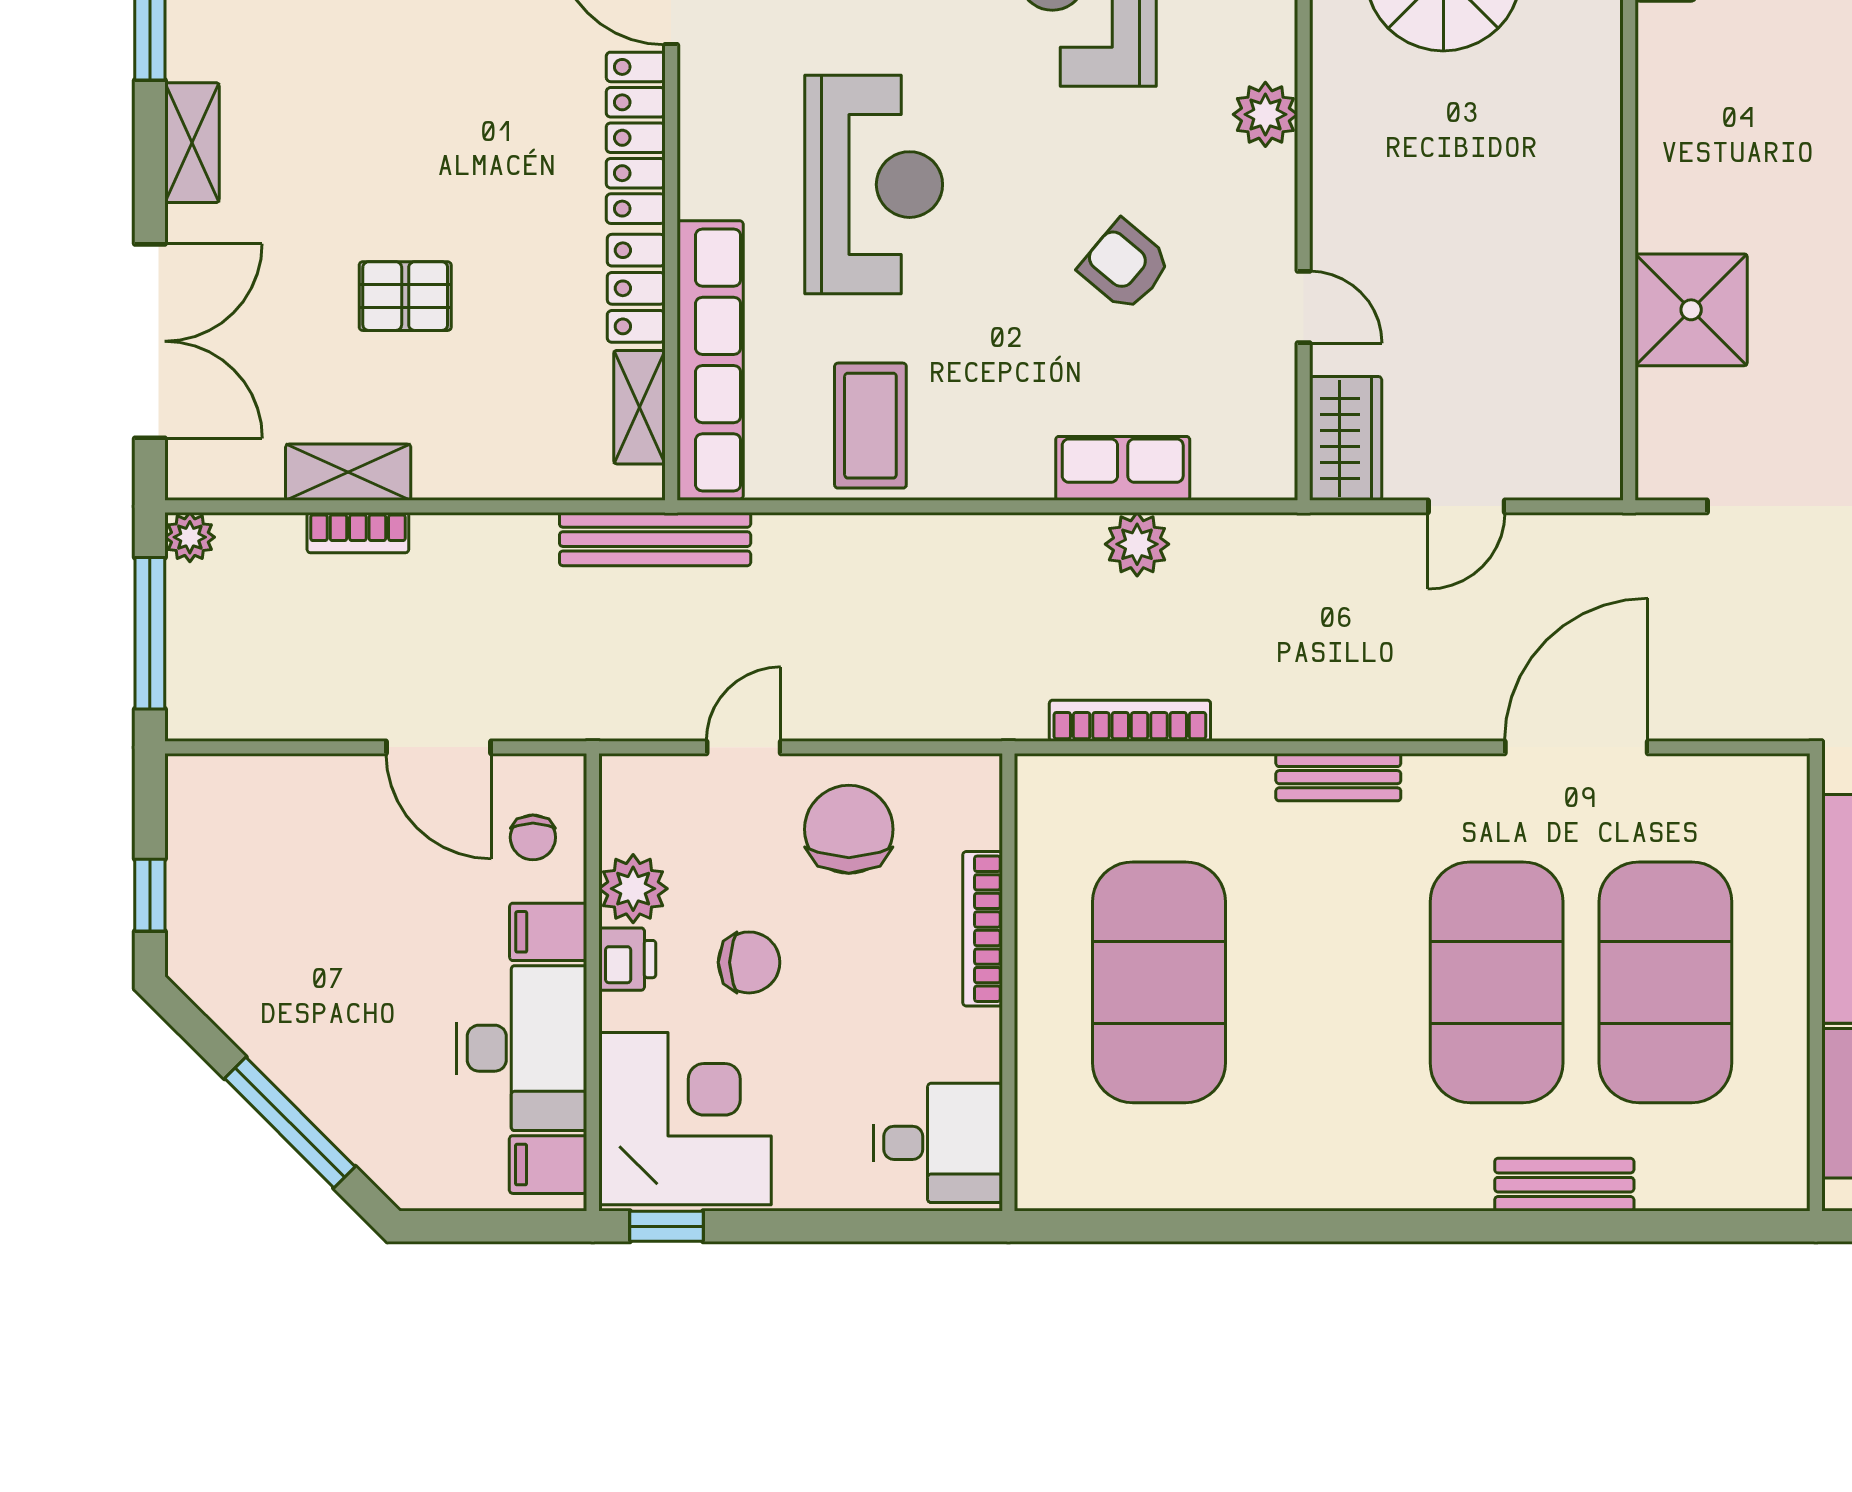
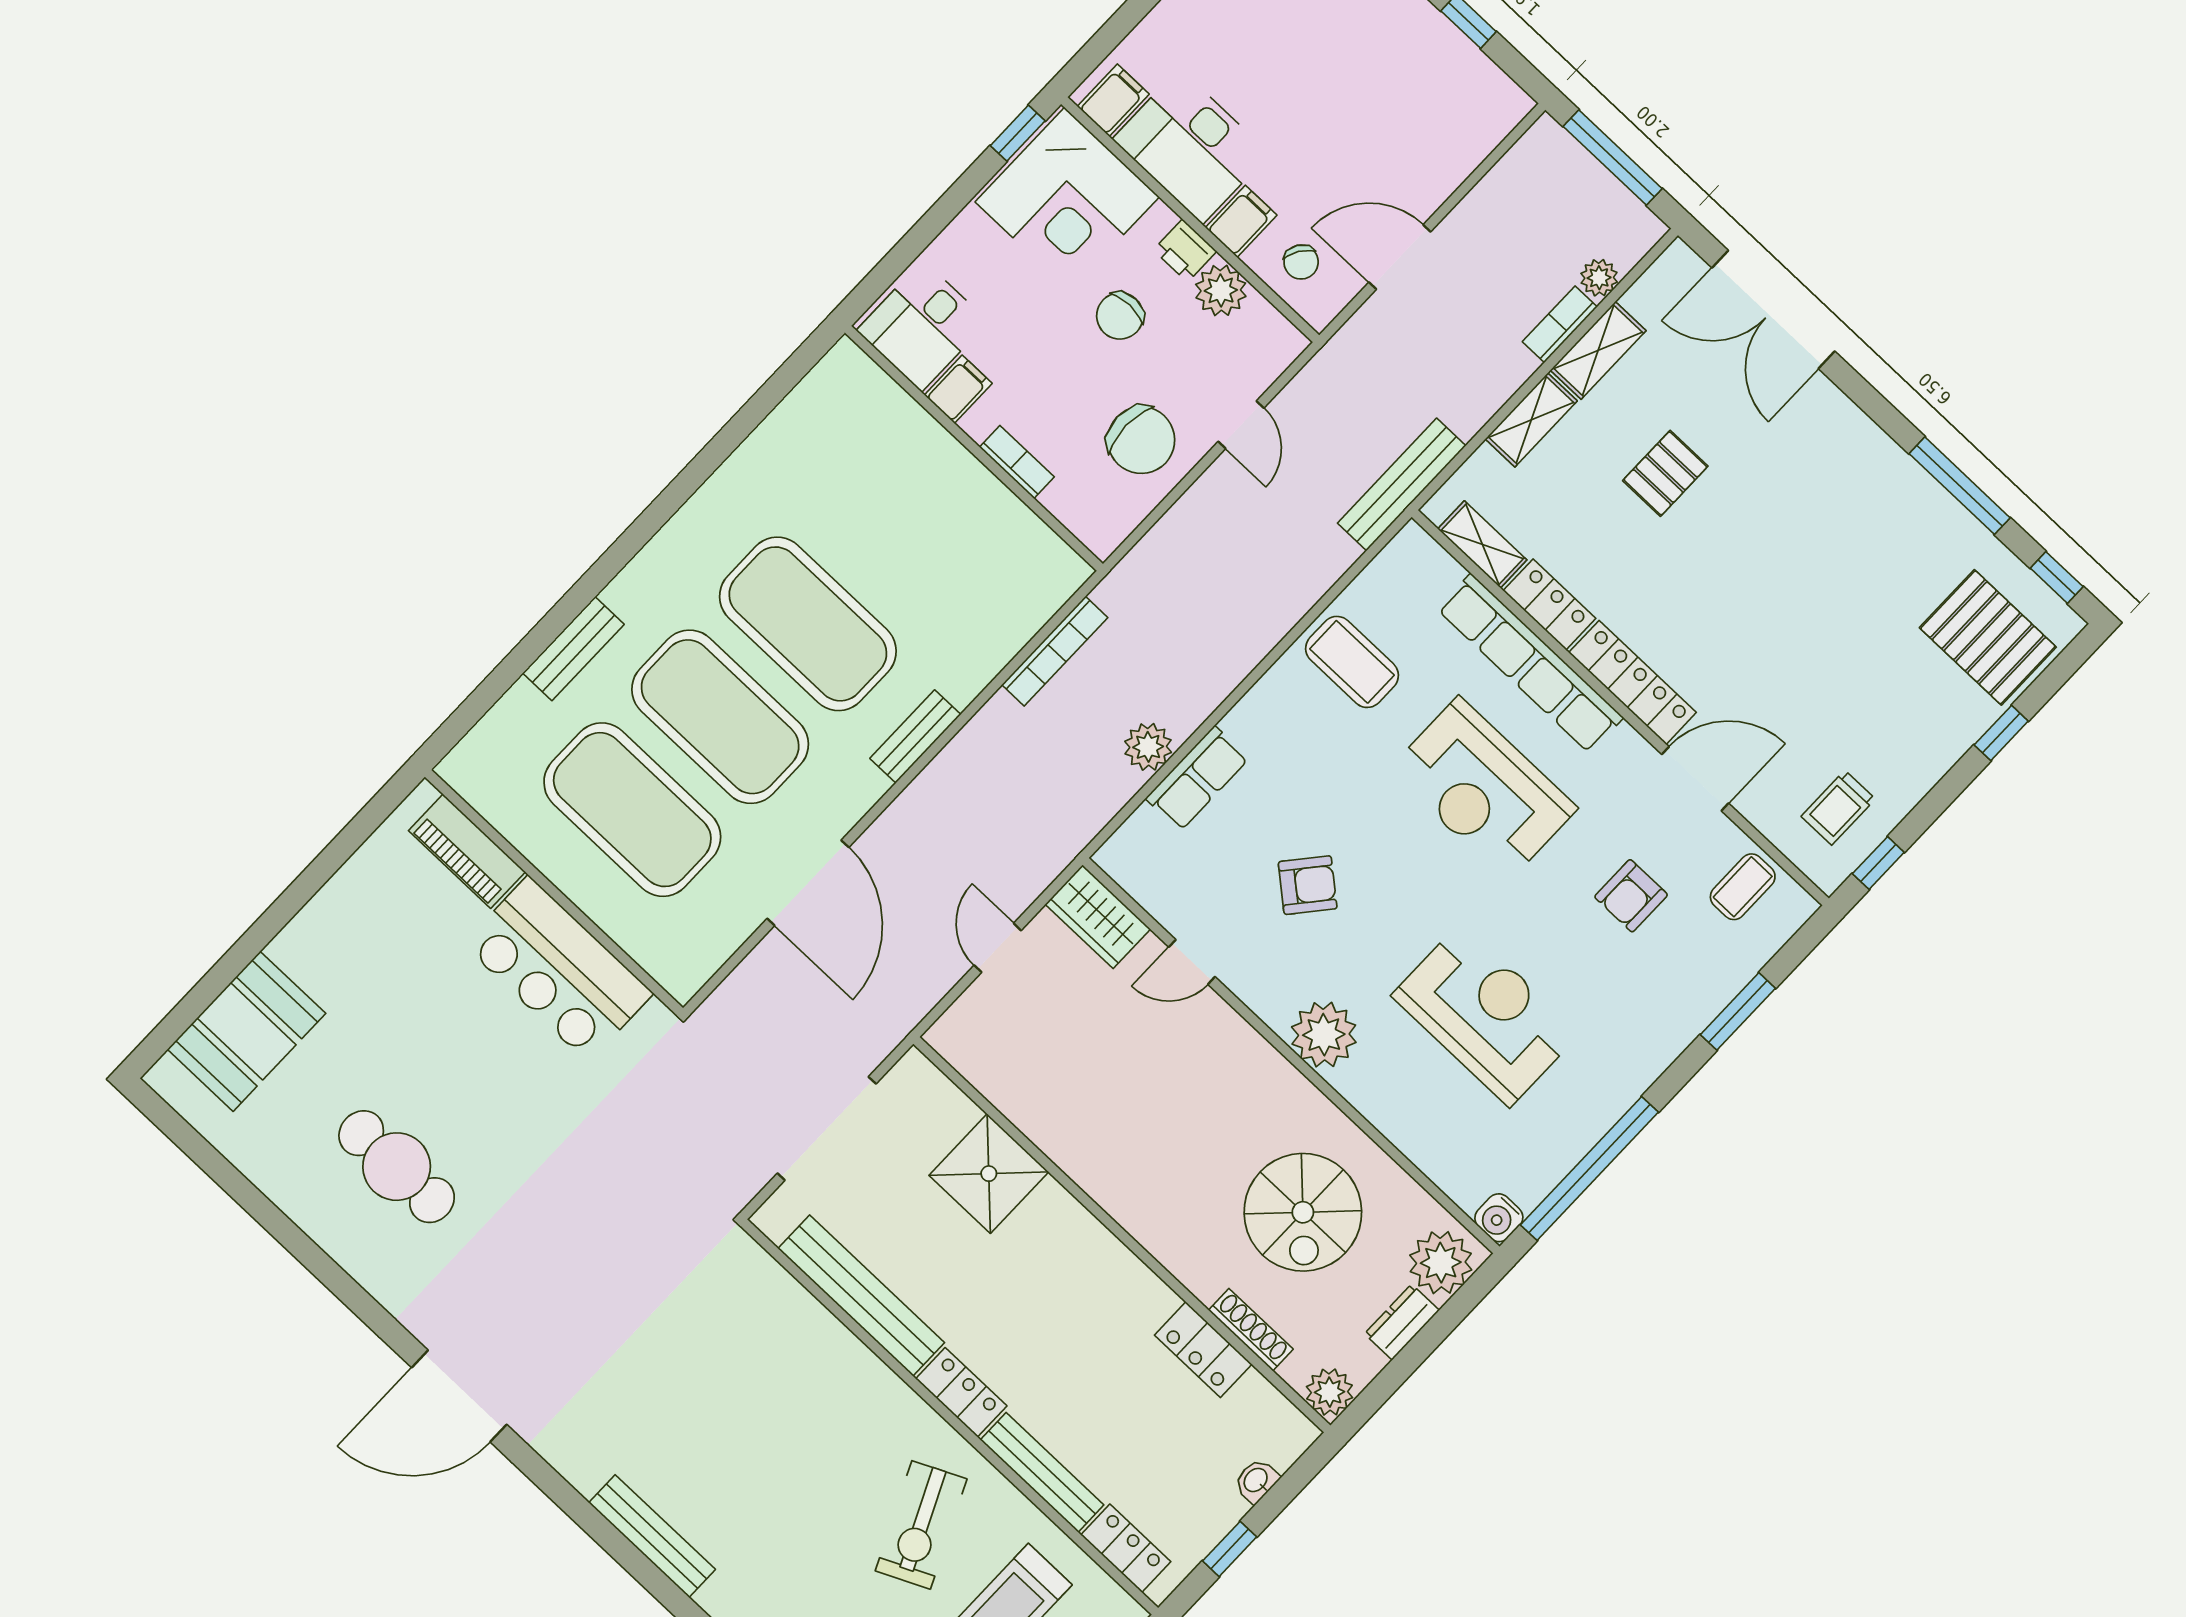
plant: (1265, 114) -> (1324, 1035), width x1.36, depth x1.36
shelving: (192, 143) -> (1531, 420), moved, turned 90
row of seats: (710, 360) -> (1530, 663), moved
plant: (190, 537) -> (1599, 278), moved
chair: (533, 837) -> (1301, 262), turned -147
bookcase: (983, 929) -> (1017, 462), width x0.64
exercise mat: (1159, 982) -> (808, 624), moved
filing cabinet: (966, 1051) -> (958, 389), added

